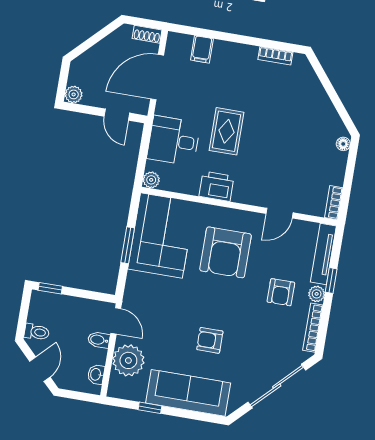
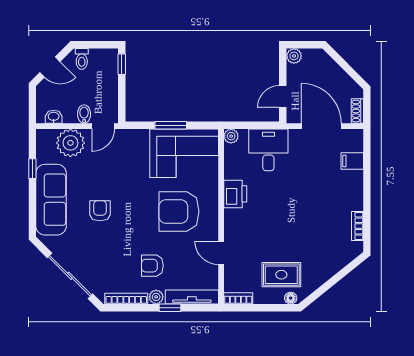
rug: (226, 131) -> (281, 275), moved

